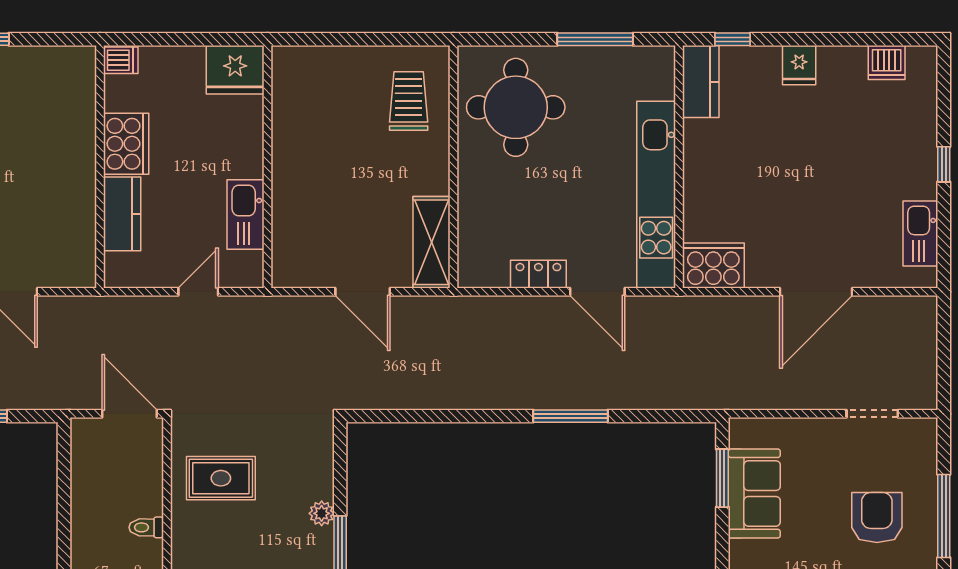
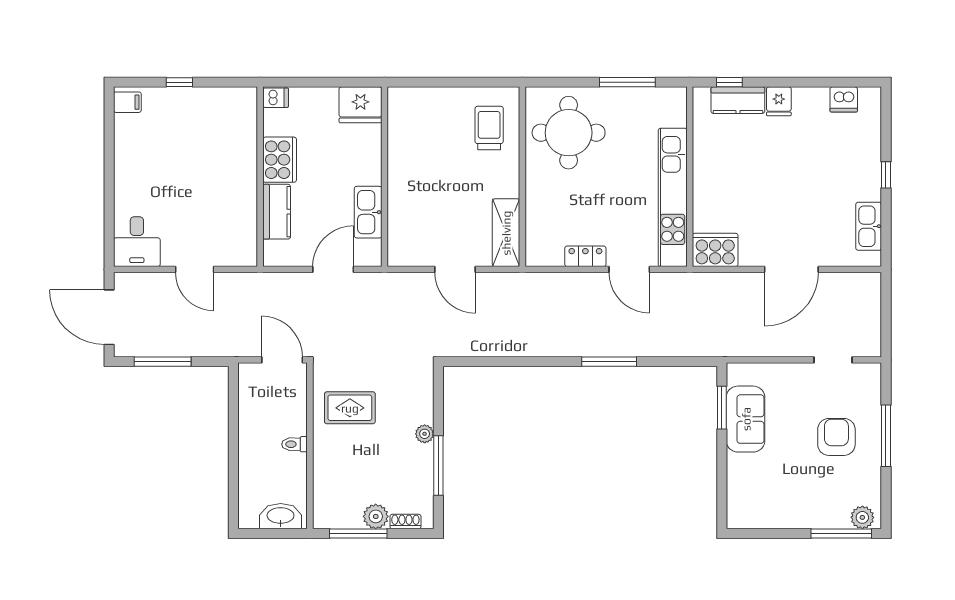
kitchen counter: (701, 82) -> (738, 100), moved, turned 90
door: (198, 292) -> (333, 269), width x1.38

